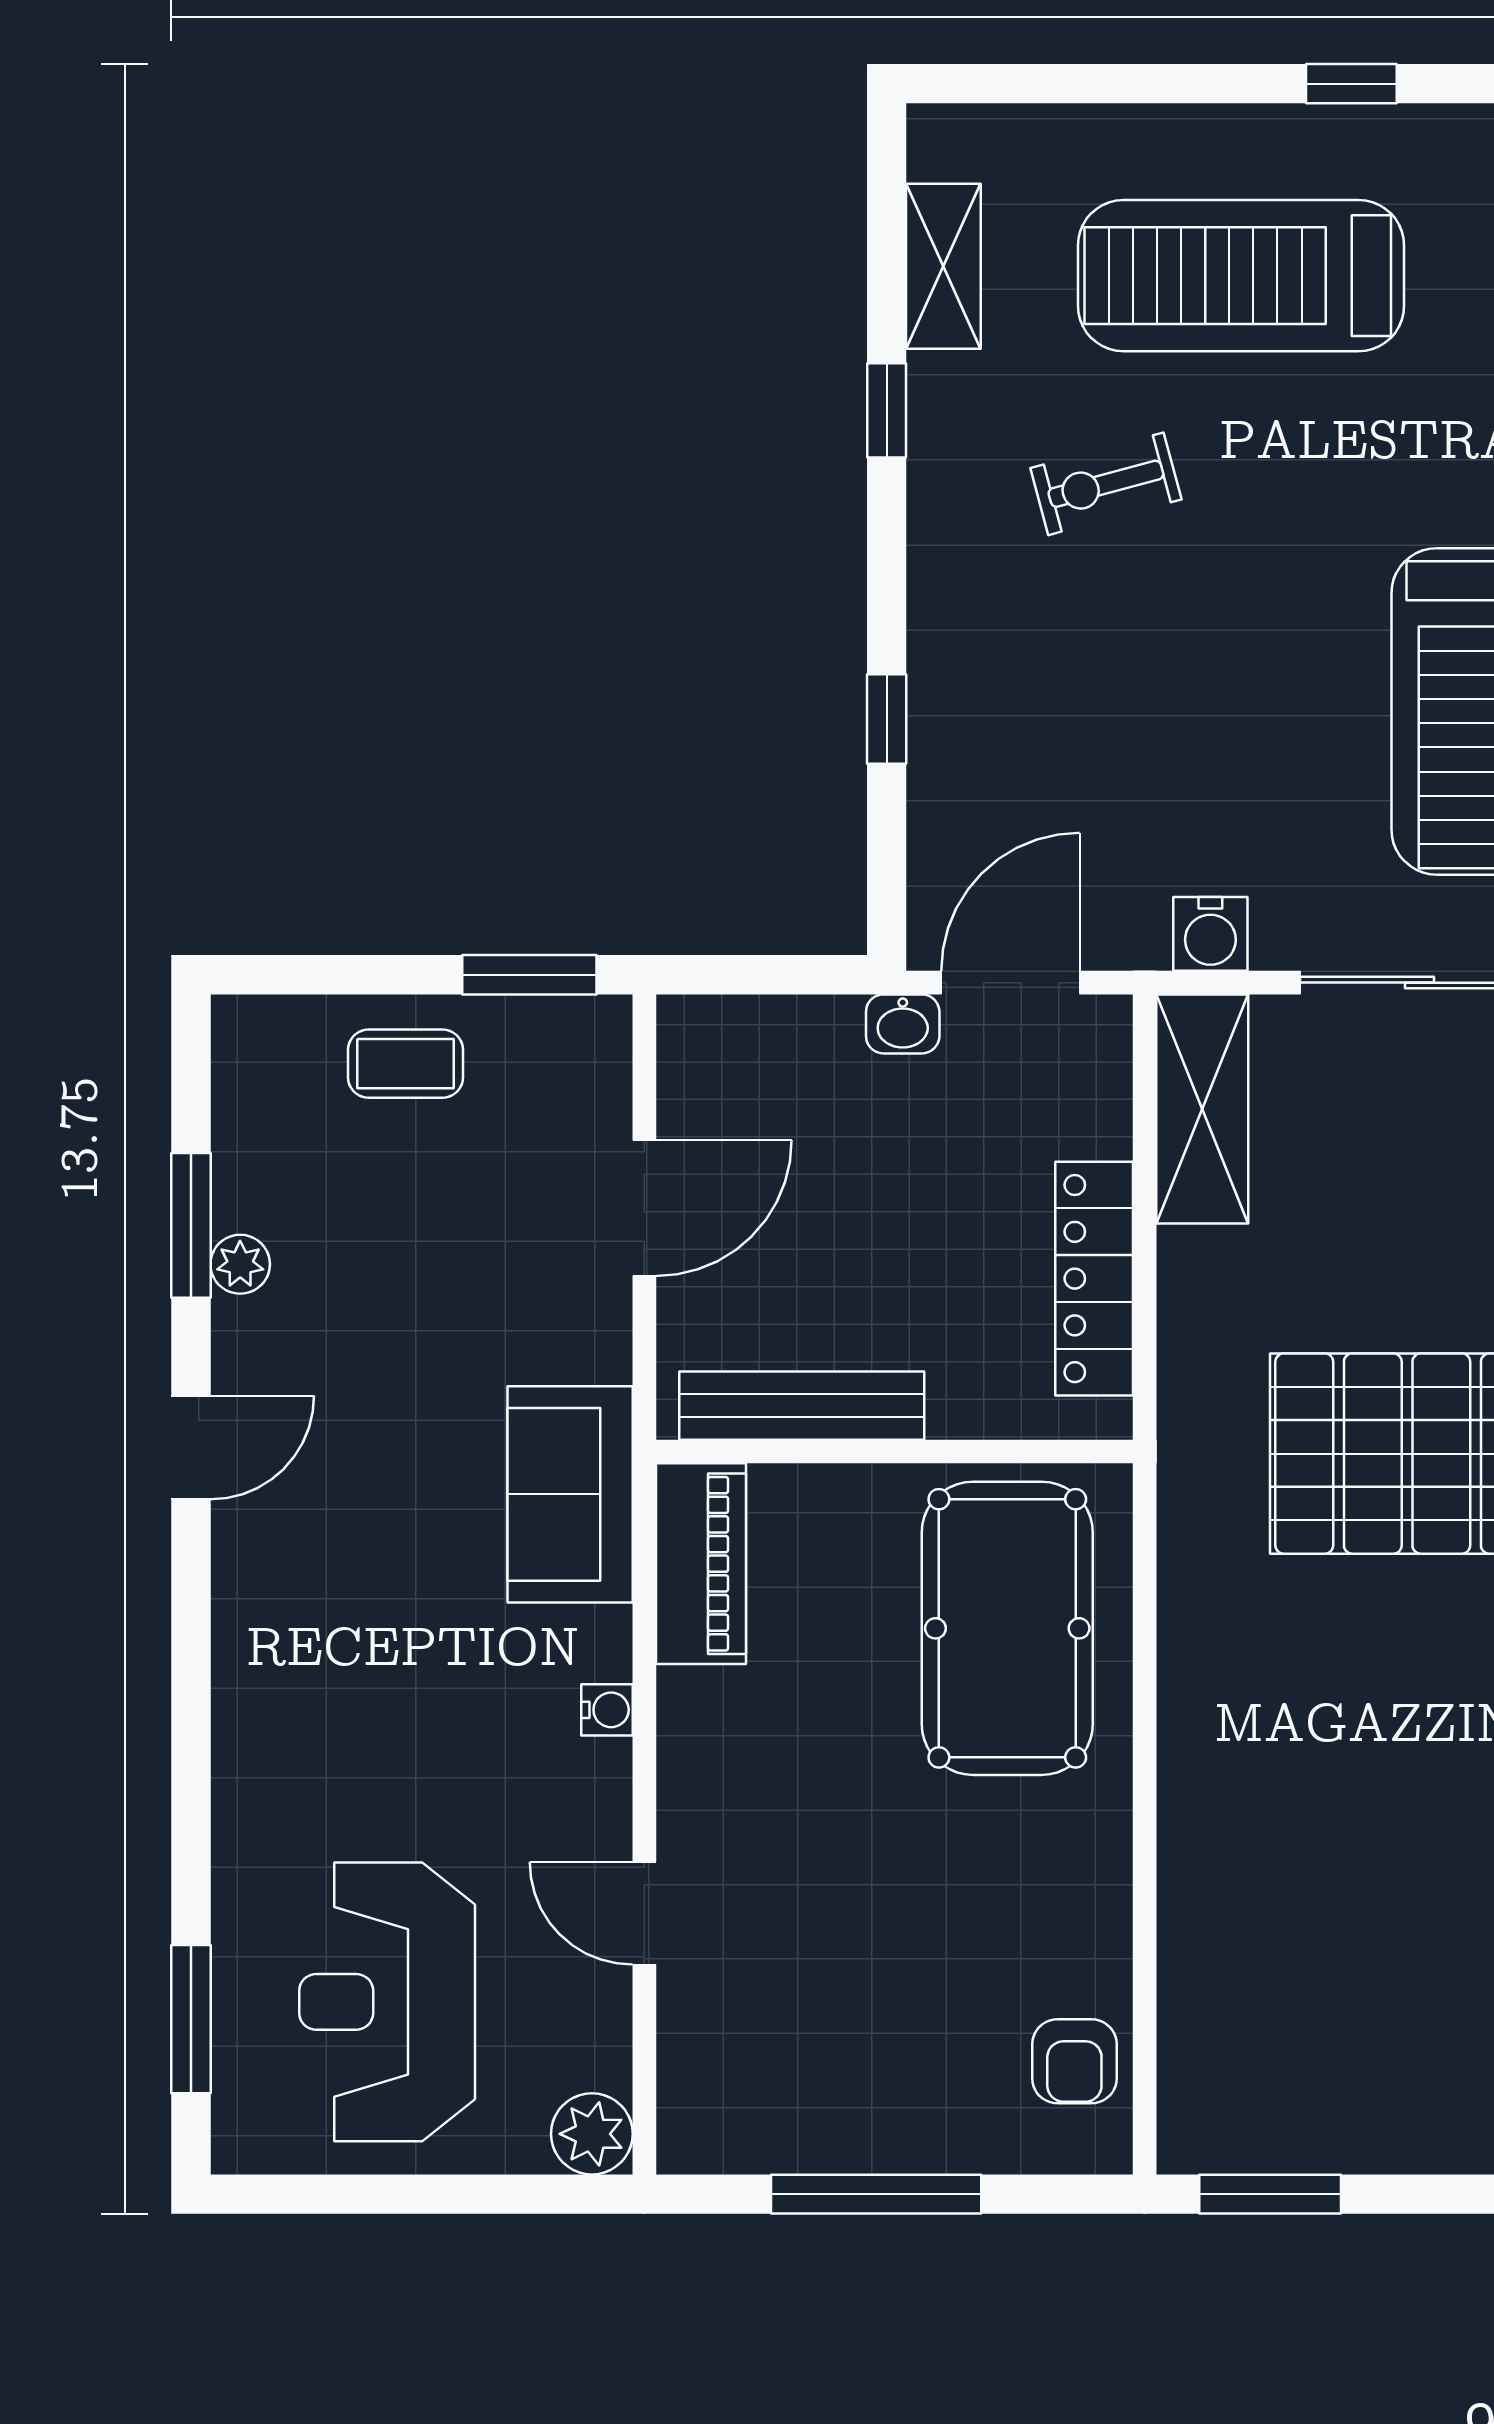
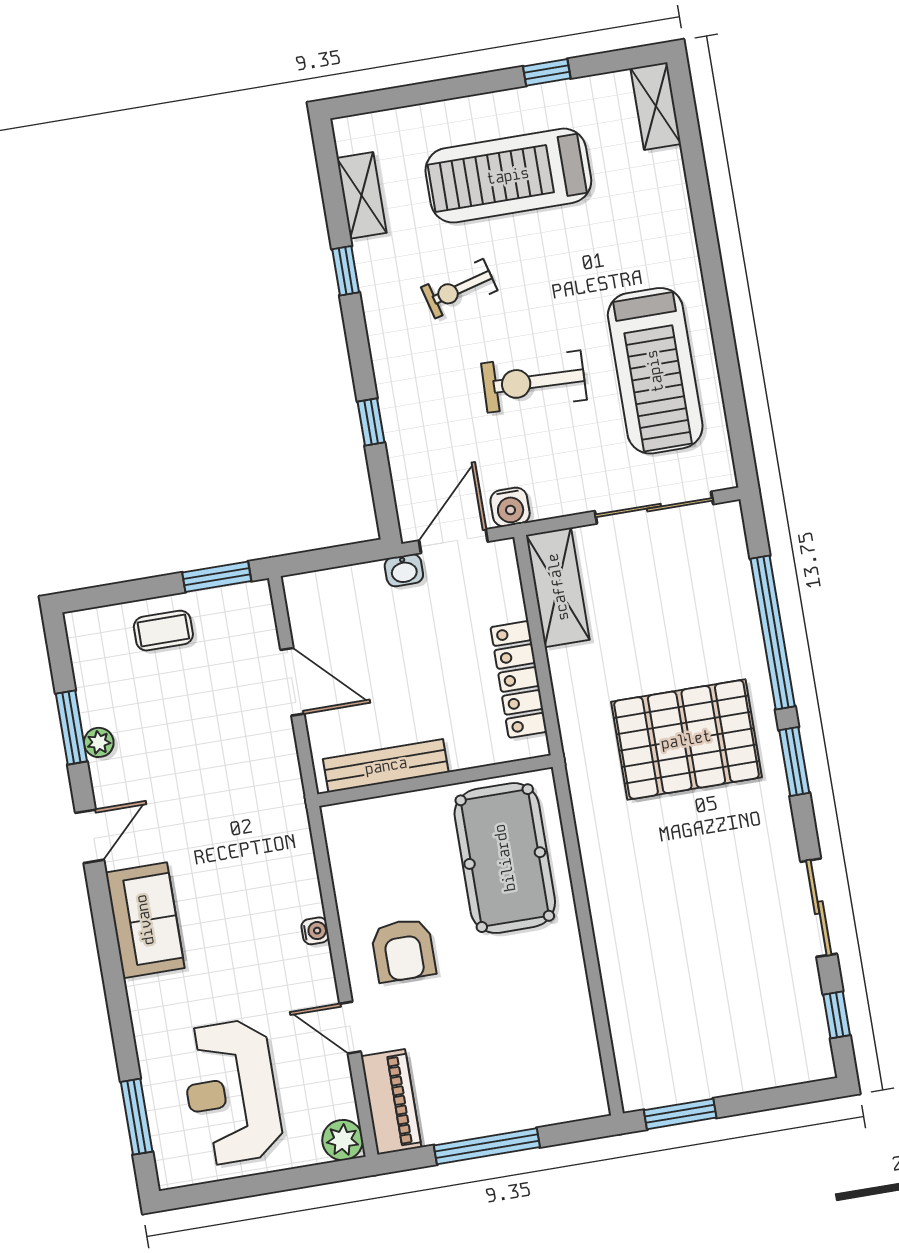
exercise bike: (1223, 693) -> (534, 382), added
water cooler: (1210, 934) -> (510, 507), moved
door: (644, 1208) -> (292, 682), hinge flipped
sofa: (570, 1494) -> (145, 920), moved, turned 180
piano: (701, 1564) -> (391, 1102), moved
armchair: (1074, 2061) -> (403, 950), moved, width x1.38, depth x1.38

